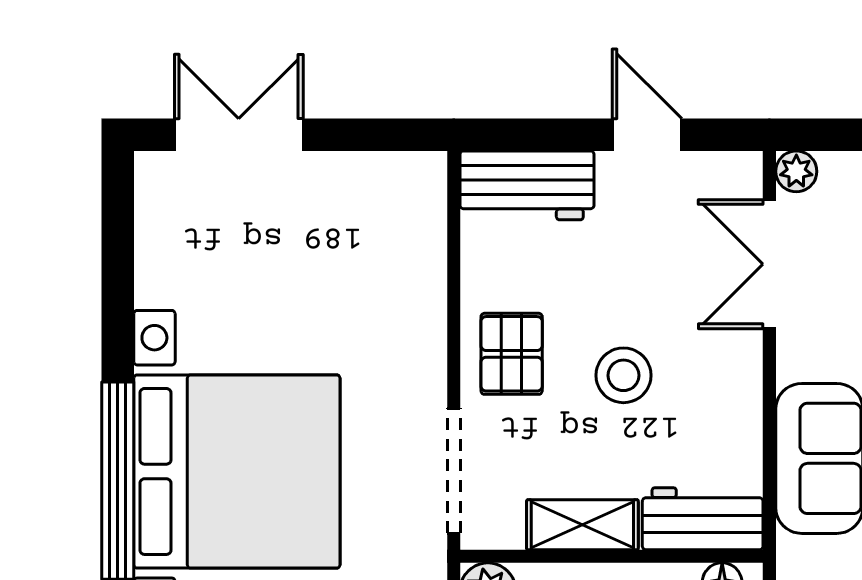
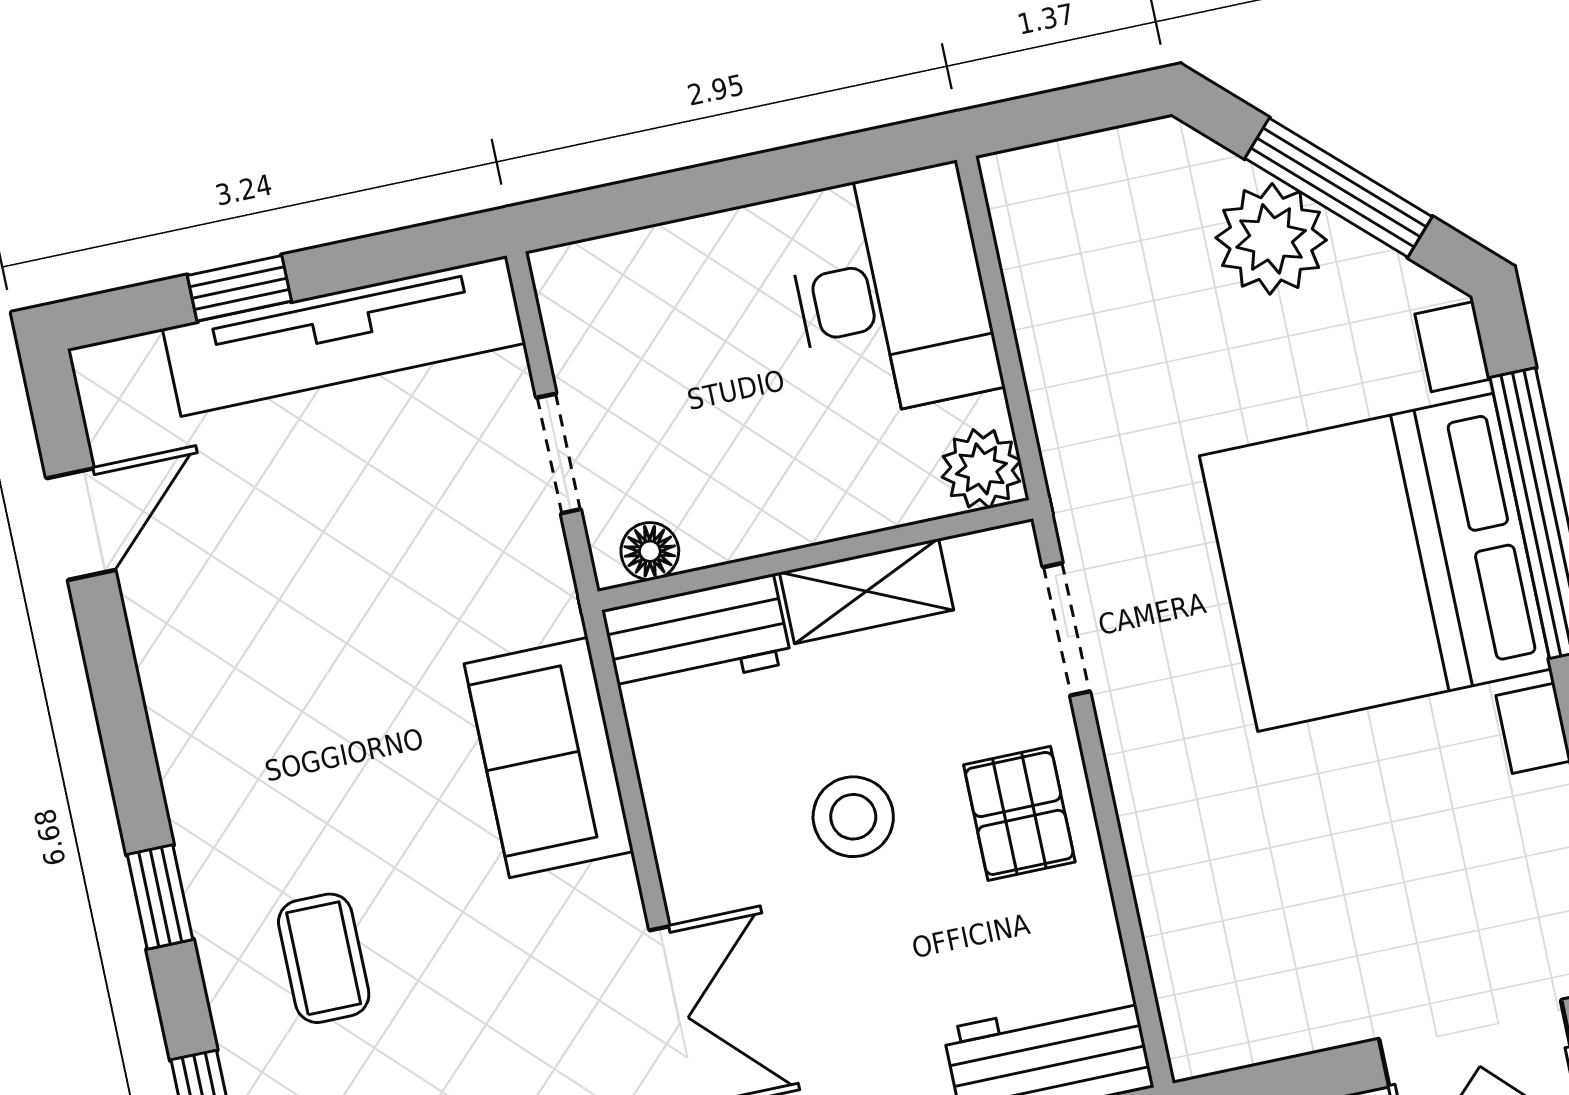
doorway: (454, 471) -> (1066, 629), width x0.73

